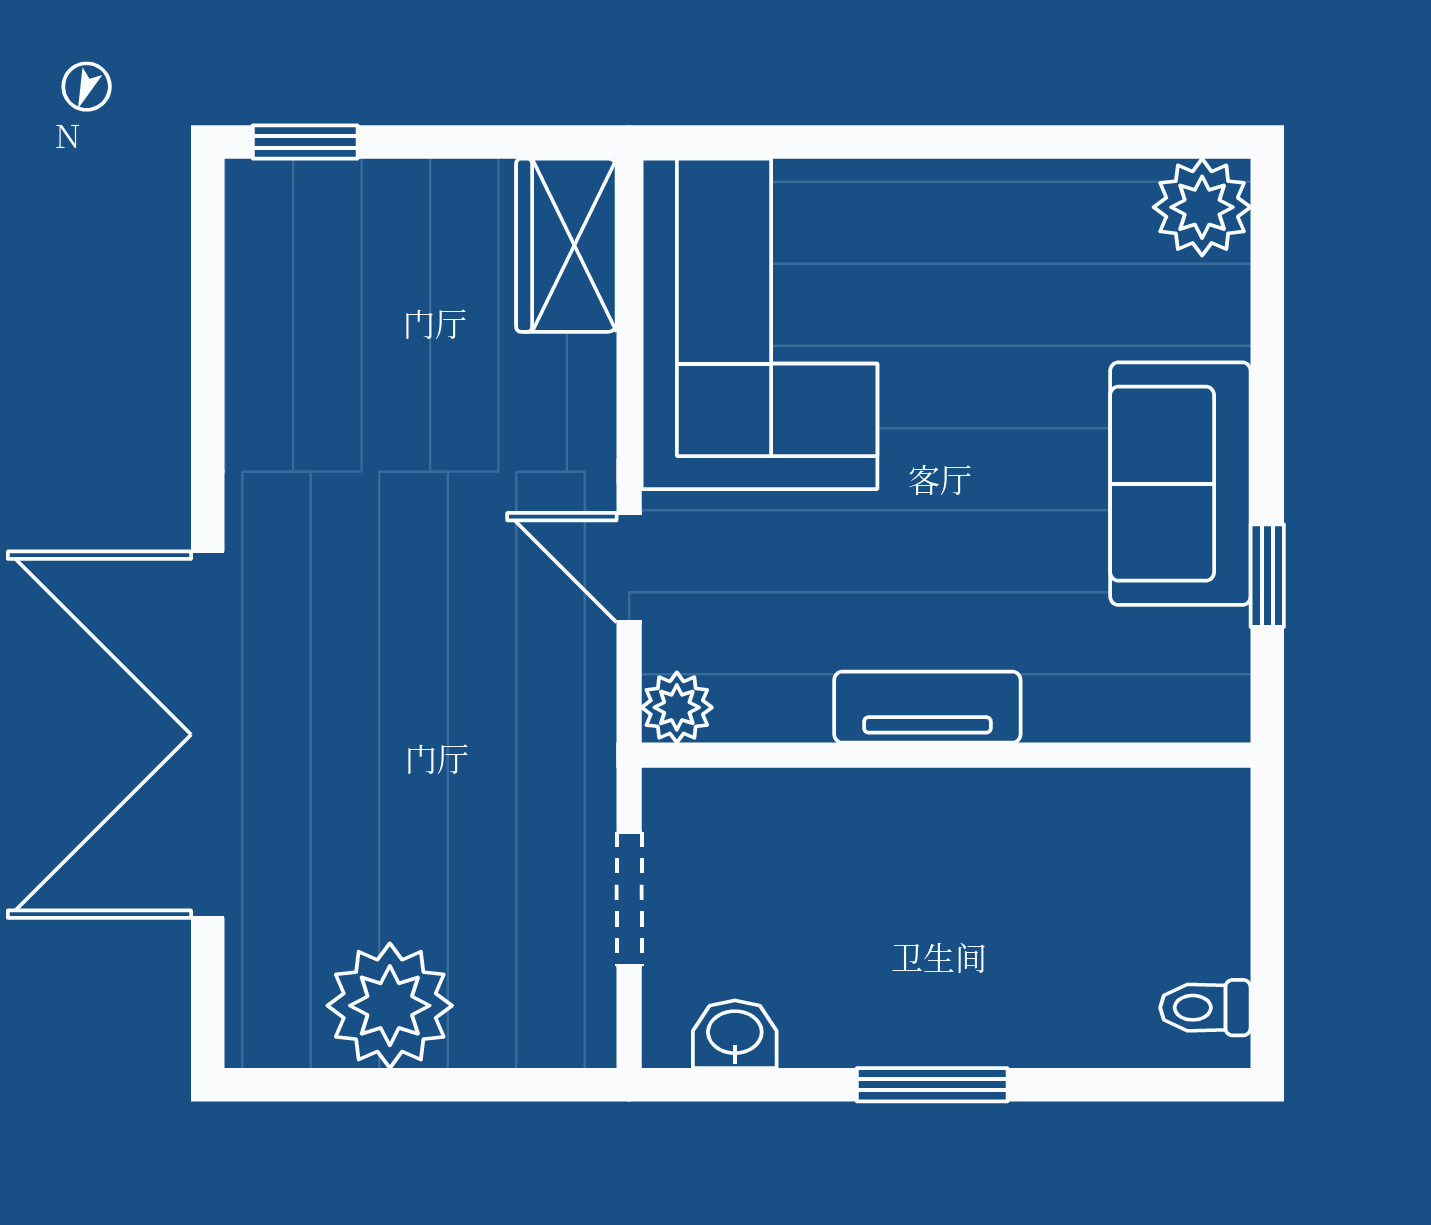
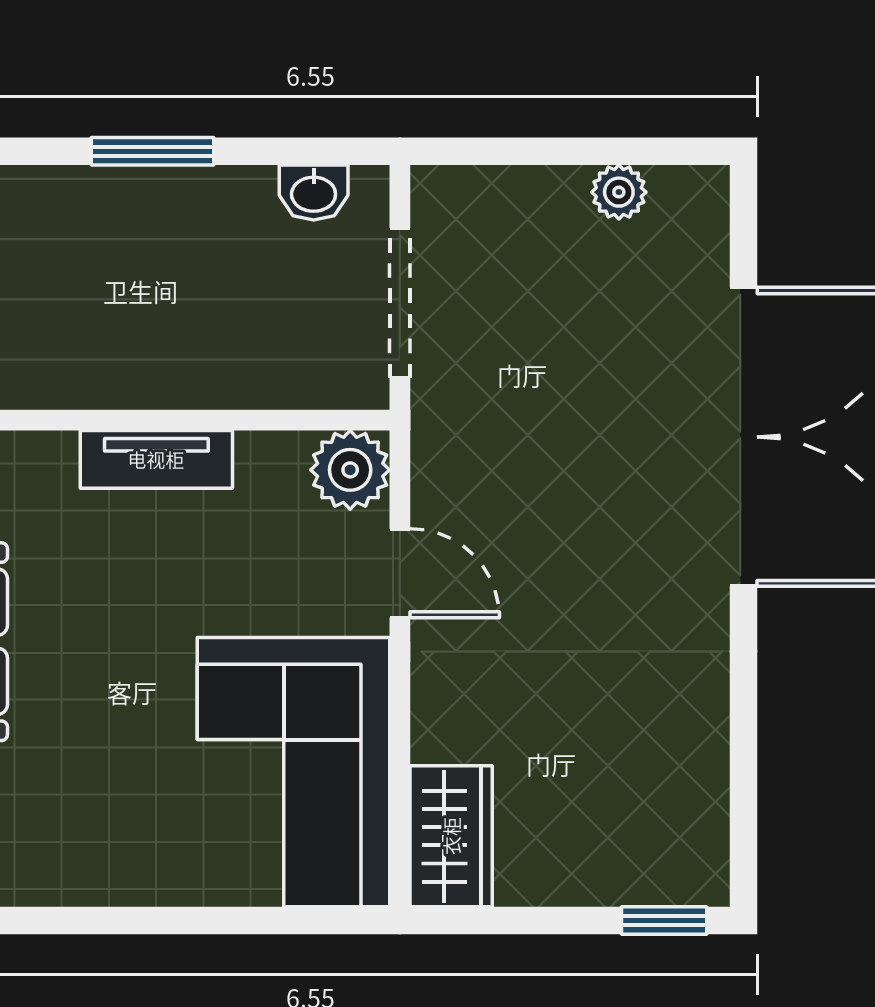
plant: (677, 707) -> (350, 470), width x1.38, depth x1.38
doorway: (629, 899) -> (400, 303), width x1.38
plant: (390, 1006) -> (619, 192), width x0.53, depth x0.53

